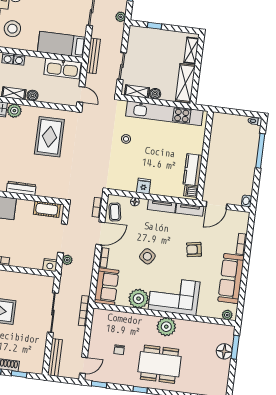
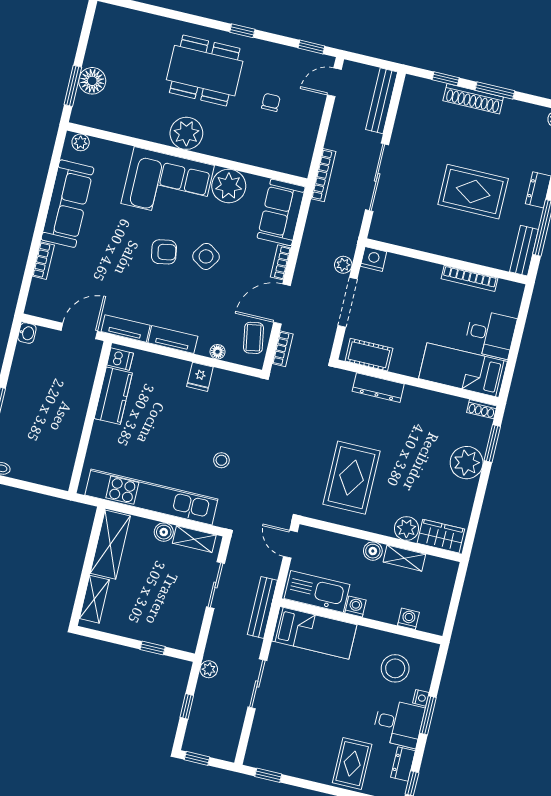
washing machine: (19, 60) -> (355, 607), moved
dresser: (21, 188) -> (378, 388), moved
armchair: (194, 250) -> (164, 252), moved

